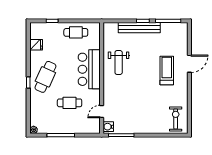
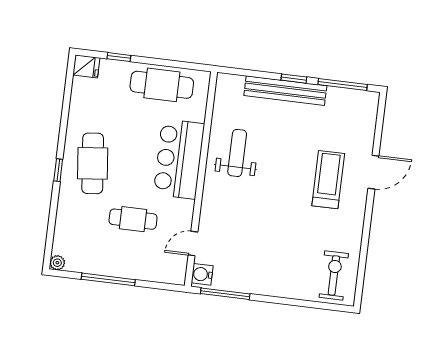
cafe table: (76, 32) -> (162, 85), width x1.37, depth x1.35
fridge: (36, 45) -> (86, 66), moved
weight bench: (119, 63) -> (237, 153), turned 180
cafe table: (45, 77) -> (93, 163), turned -30

